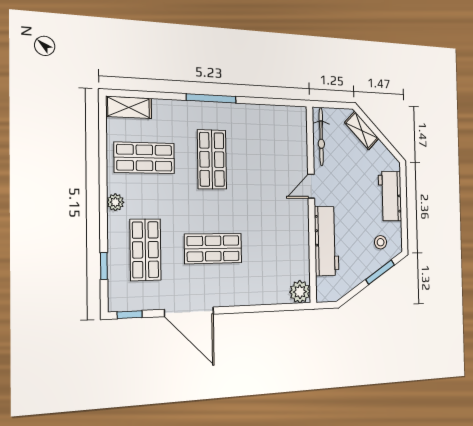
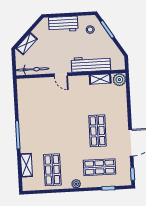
shelving: (129, 107) -> (26, 165), moved
shop shelf: (212, 159) -> (50, 133), removed
shelving: (302, 257) -> (100, 79), added

